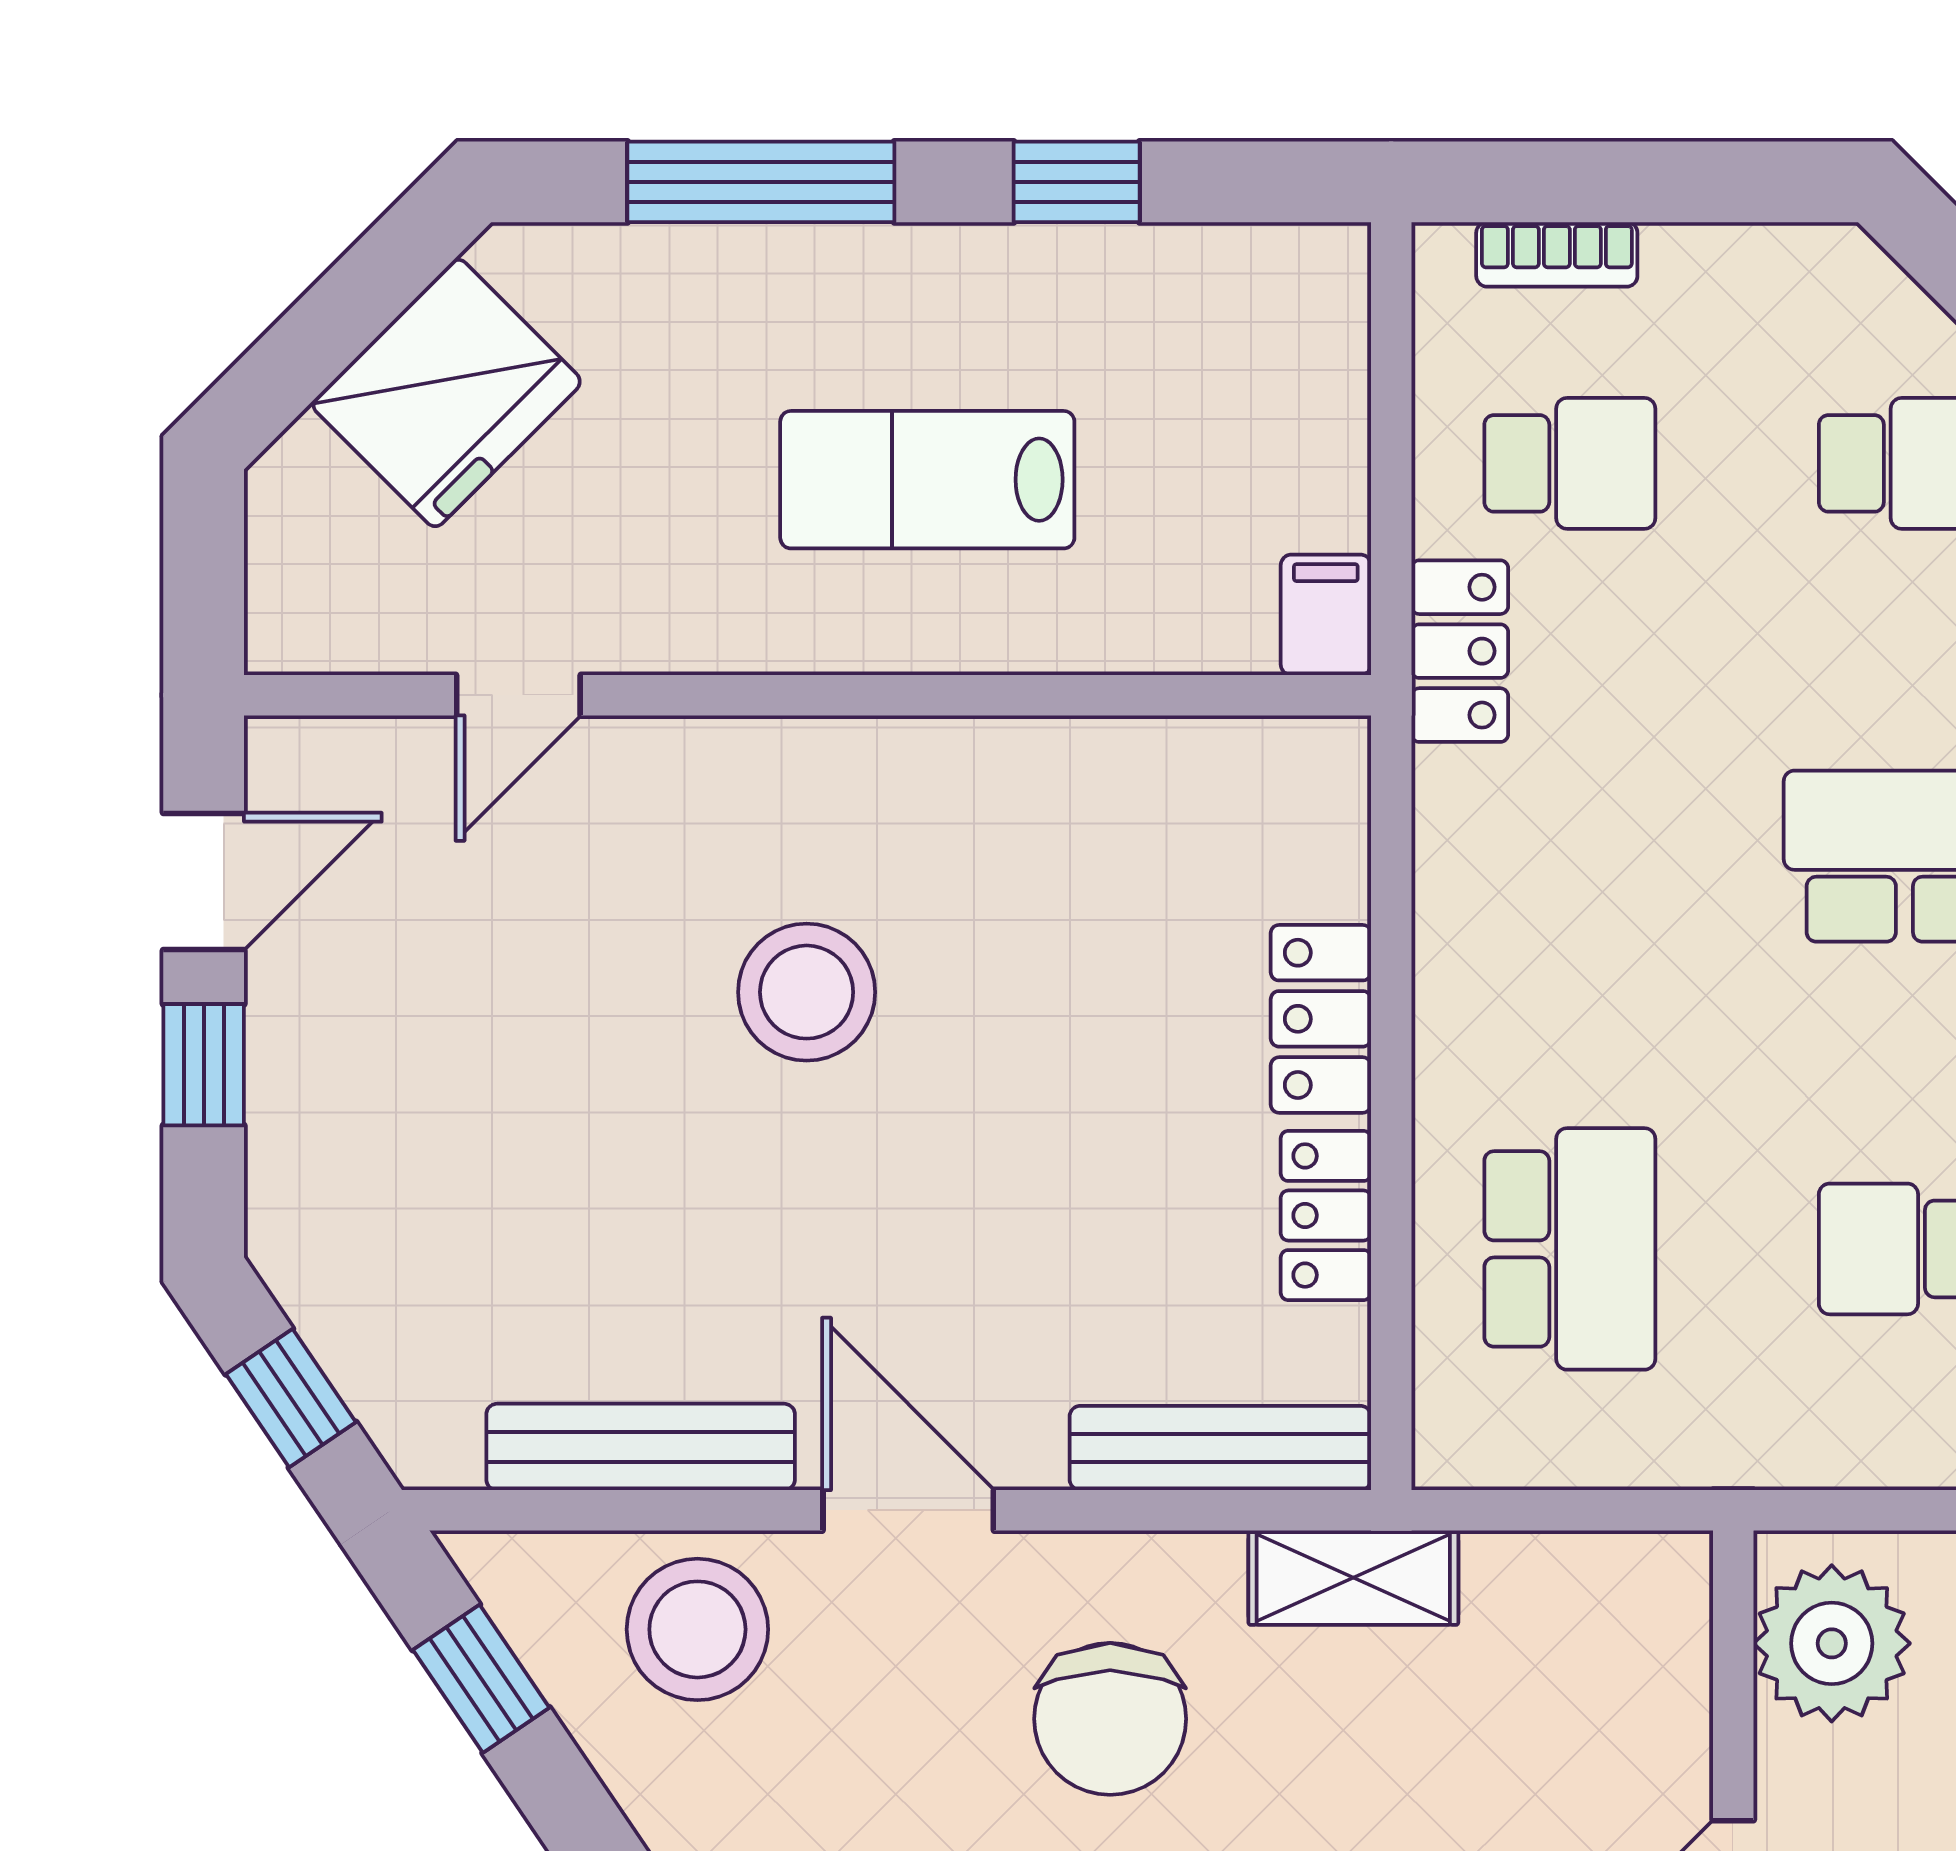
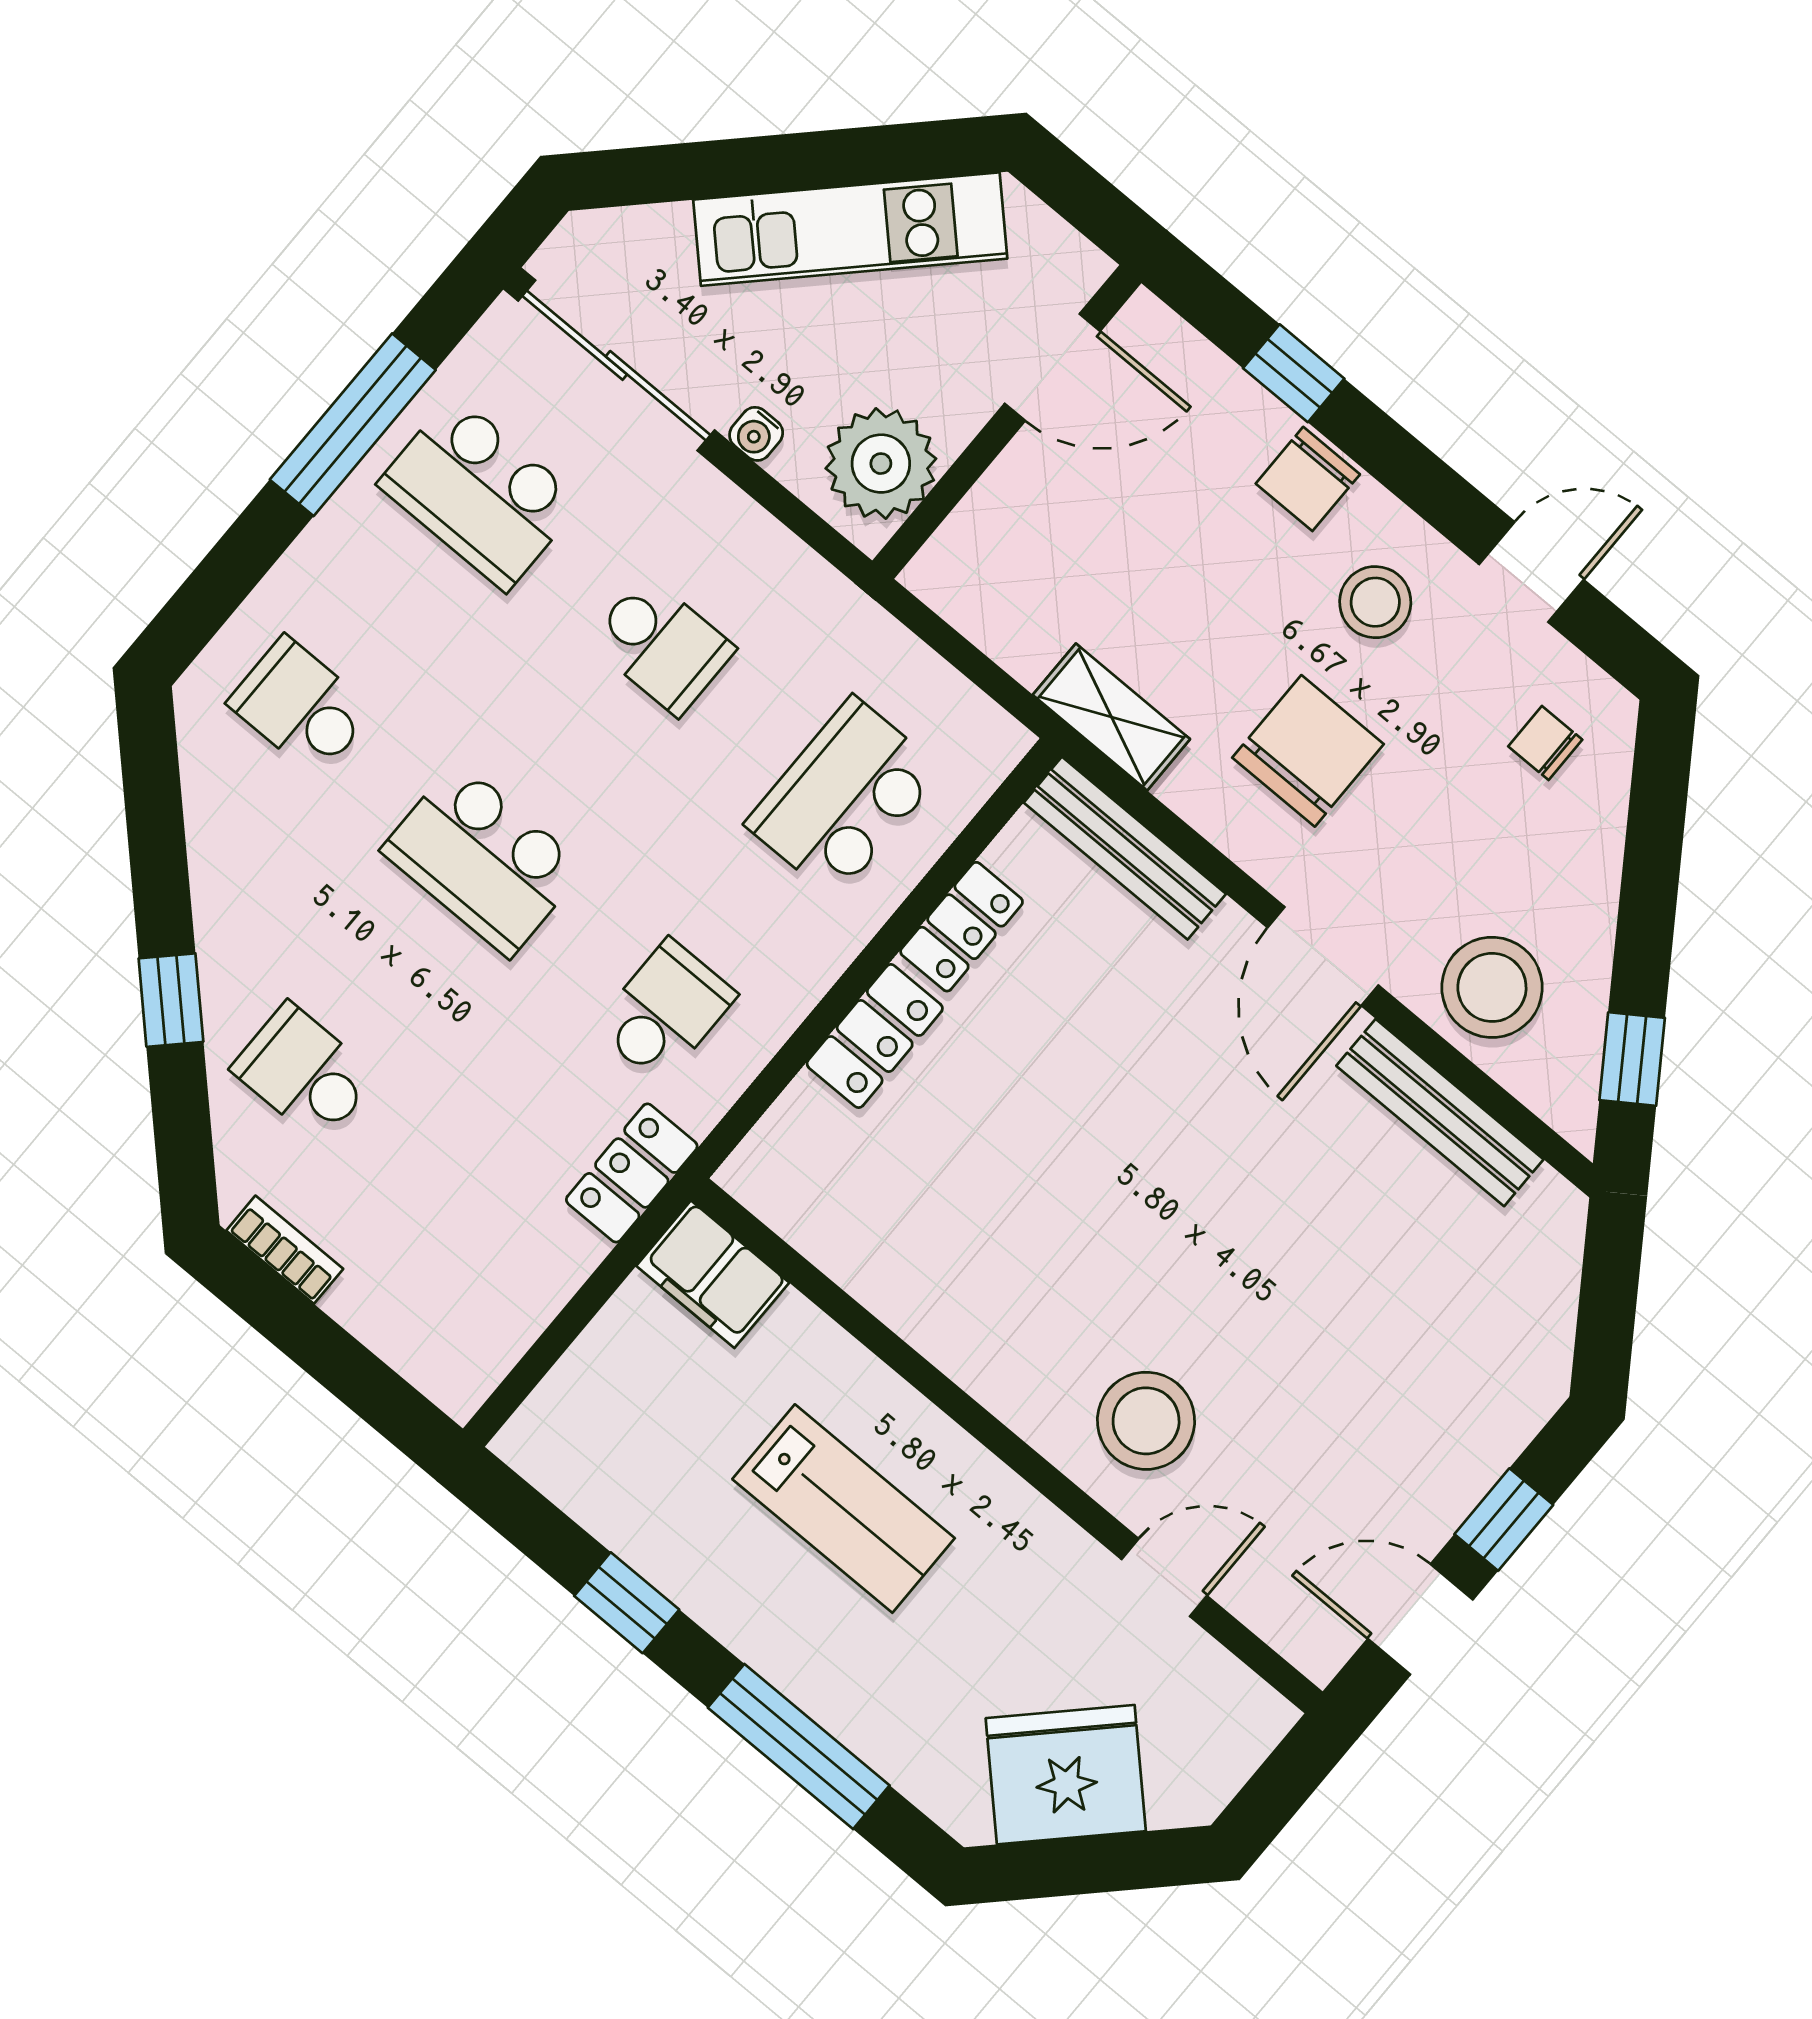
bookcase: (1557, 254) -> (285, 1250), moved
school desk: (1570, 463) -> (665, 1011), moved, turned 90
filing cabinet: (1326, 615) -> (713, 1274), width x2.00
stool: (807, 992) -> (1146, 1421), moved
window: (291, 1398) -> (1608, 1298), removed

